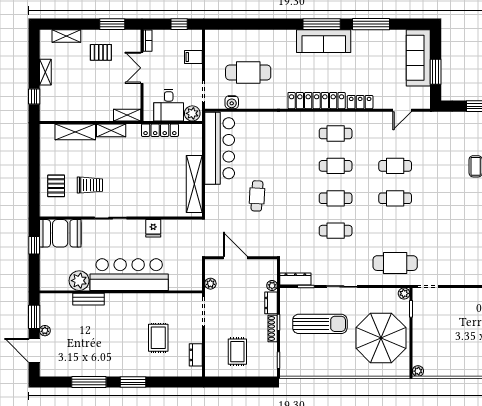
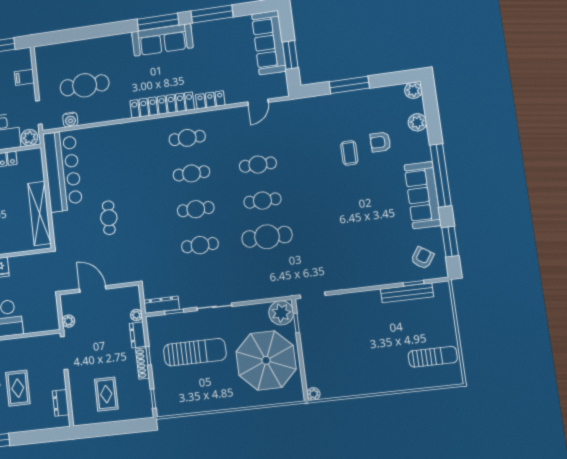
cafe table: (395, 263) -> (267, 237), moved
plant: (404, 293) -> (281, 313), width x1.88, depth x1.88

